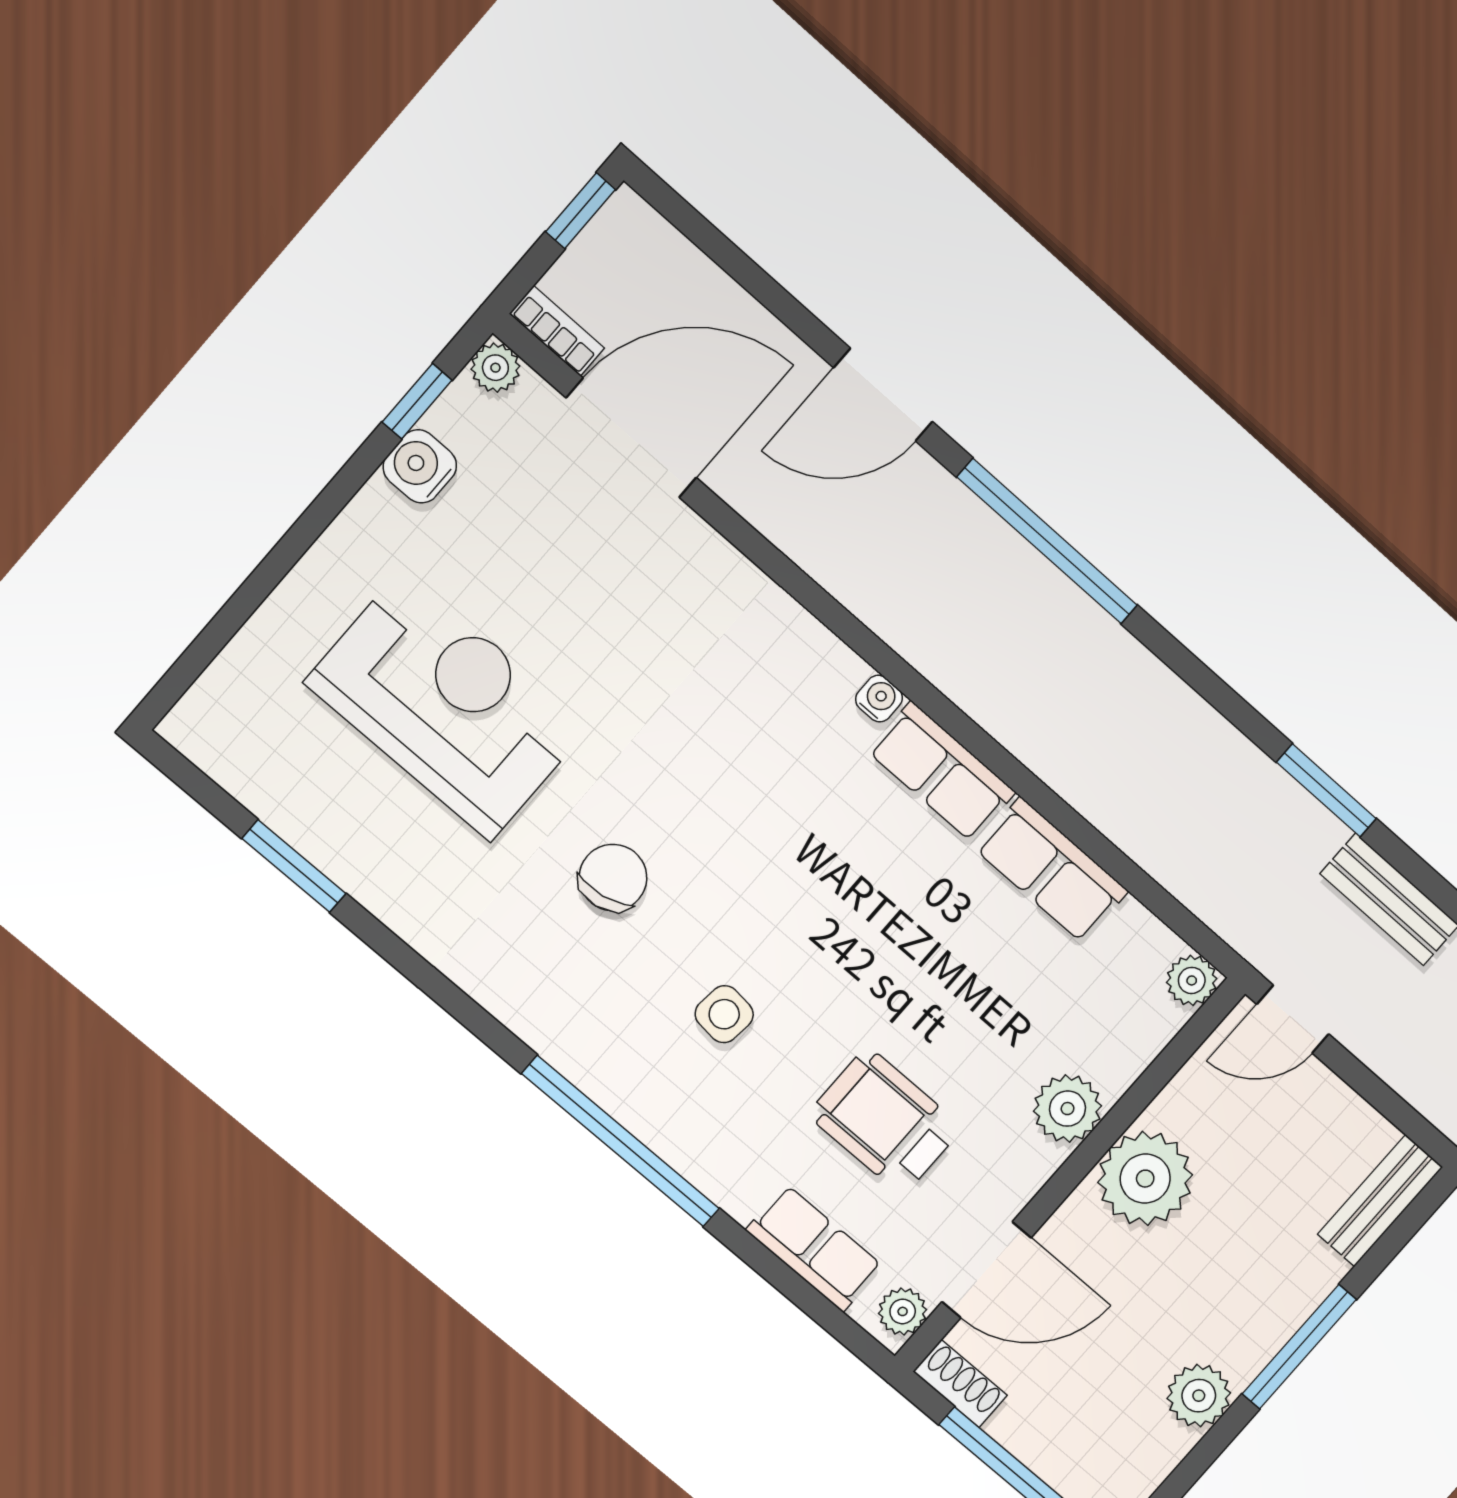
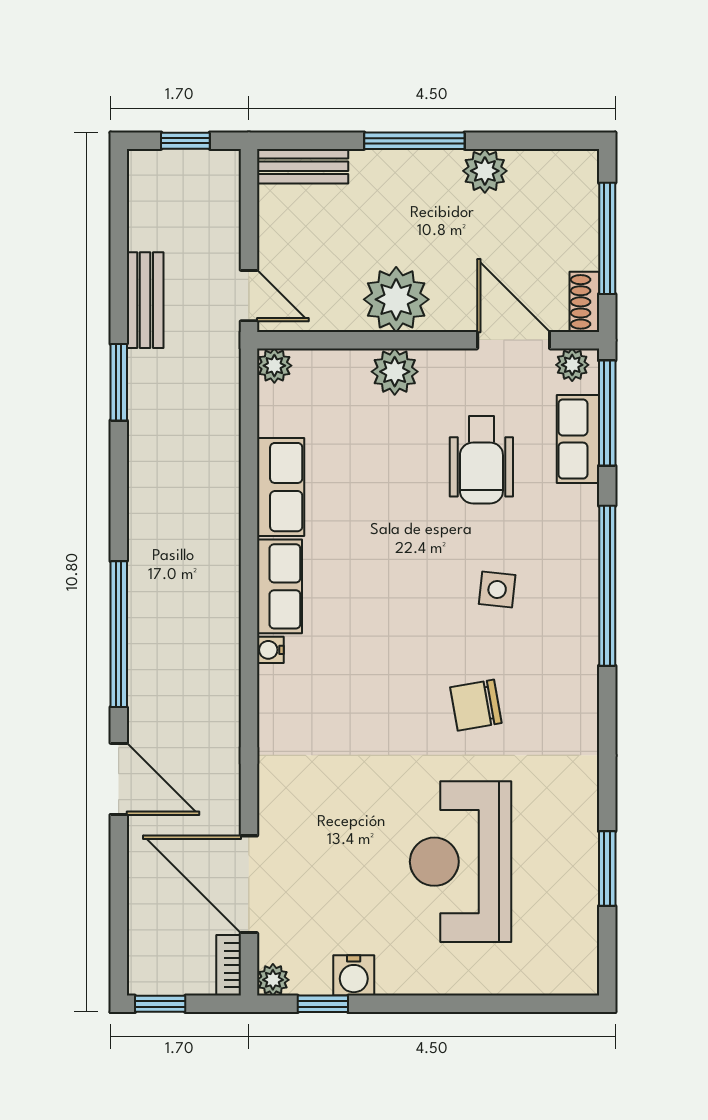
window: (815, 1305) -> (607, 413), added

